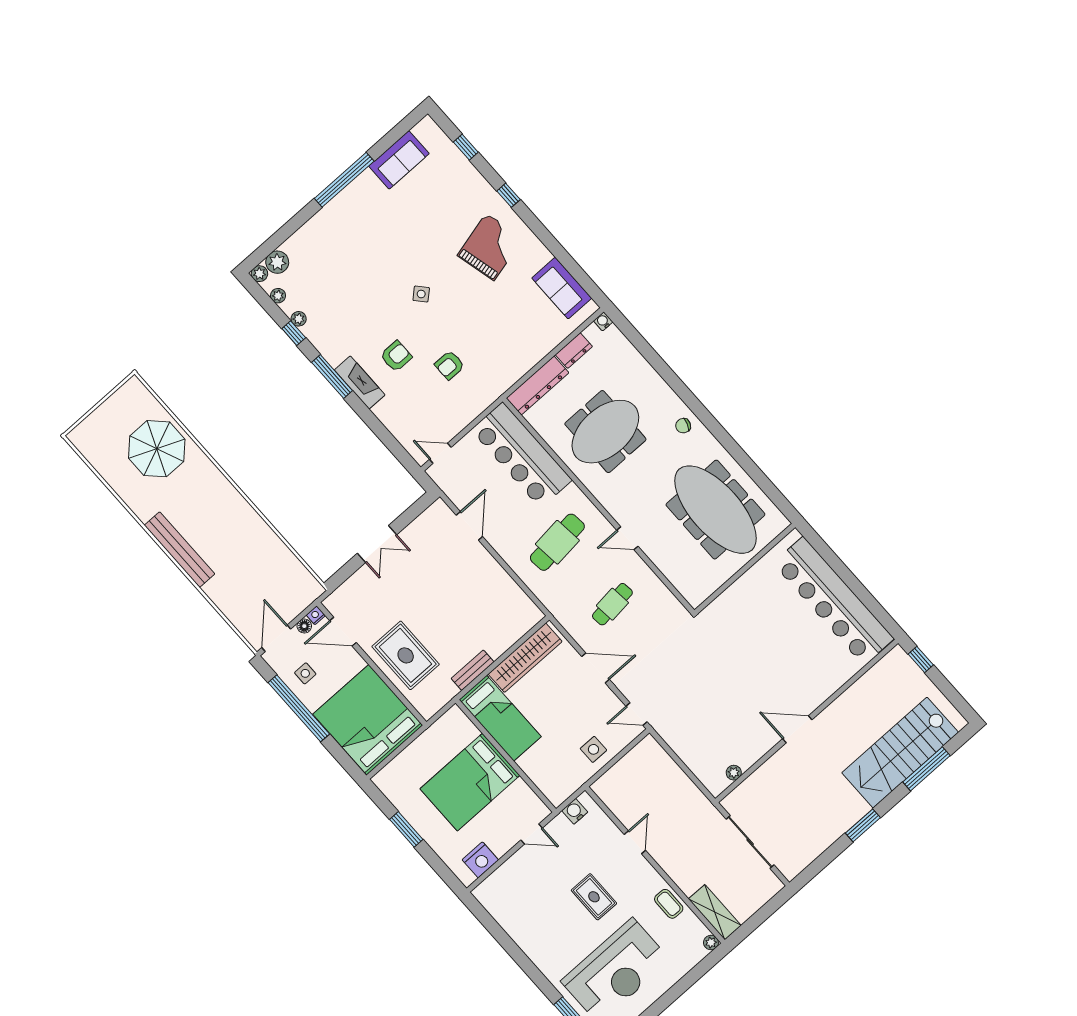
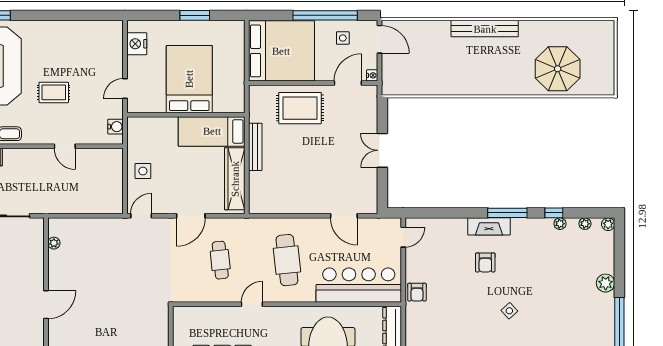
plant: (277, 262) -> (606, 283), moved
armchair: (450, 365) -> (417, 292), moved, turned 180
floor lamp: (304, 626) -> (372, 63), removed
bench: (473, 670) -> (255, 147), width x1.36

